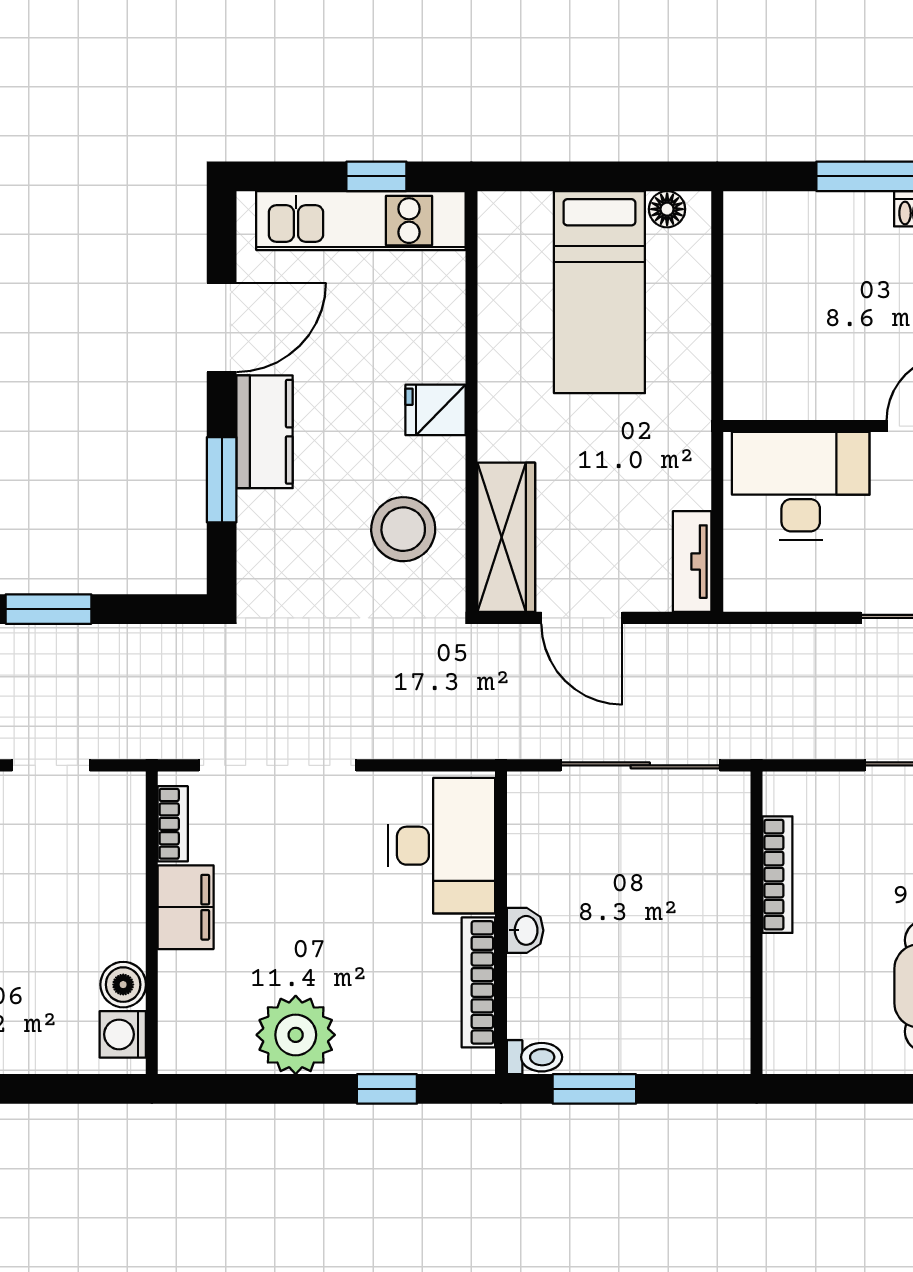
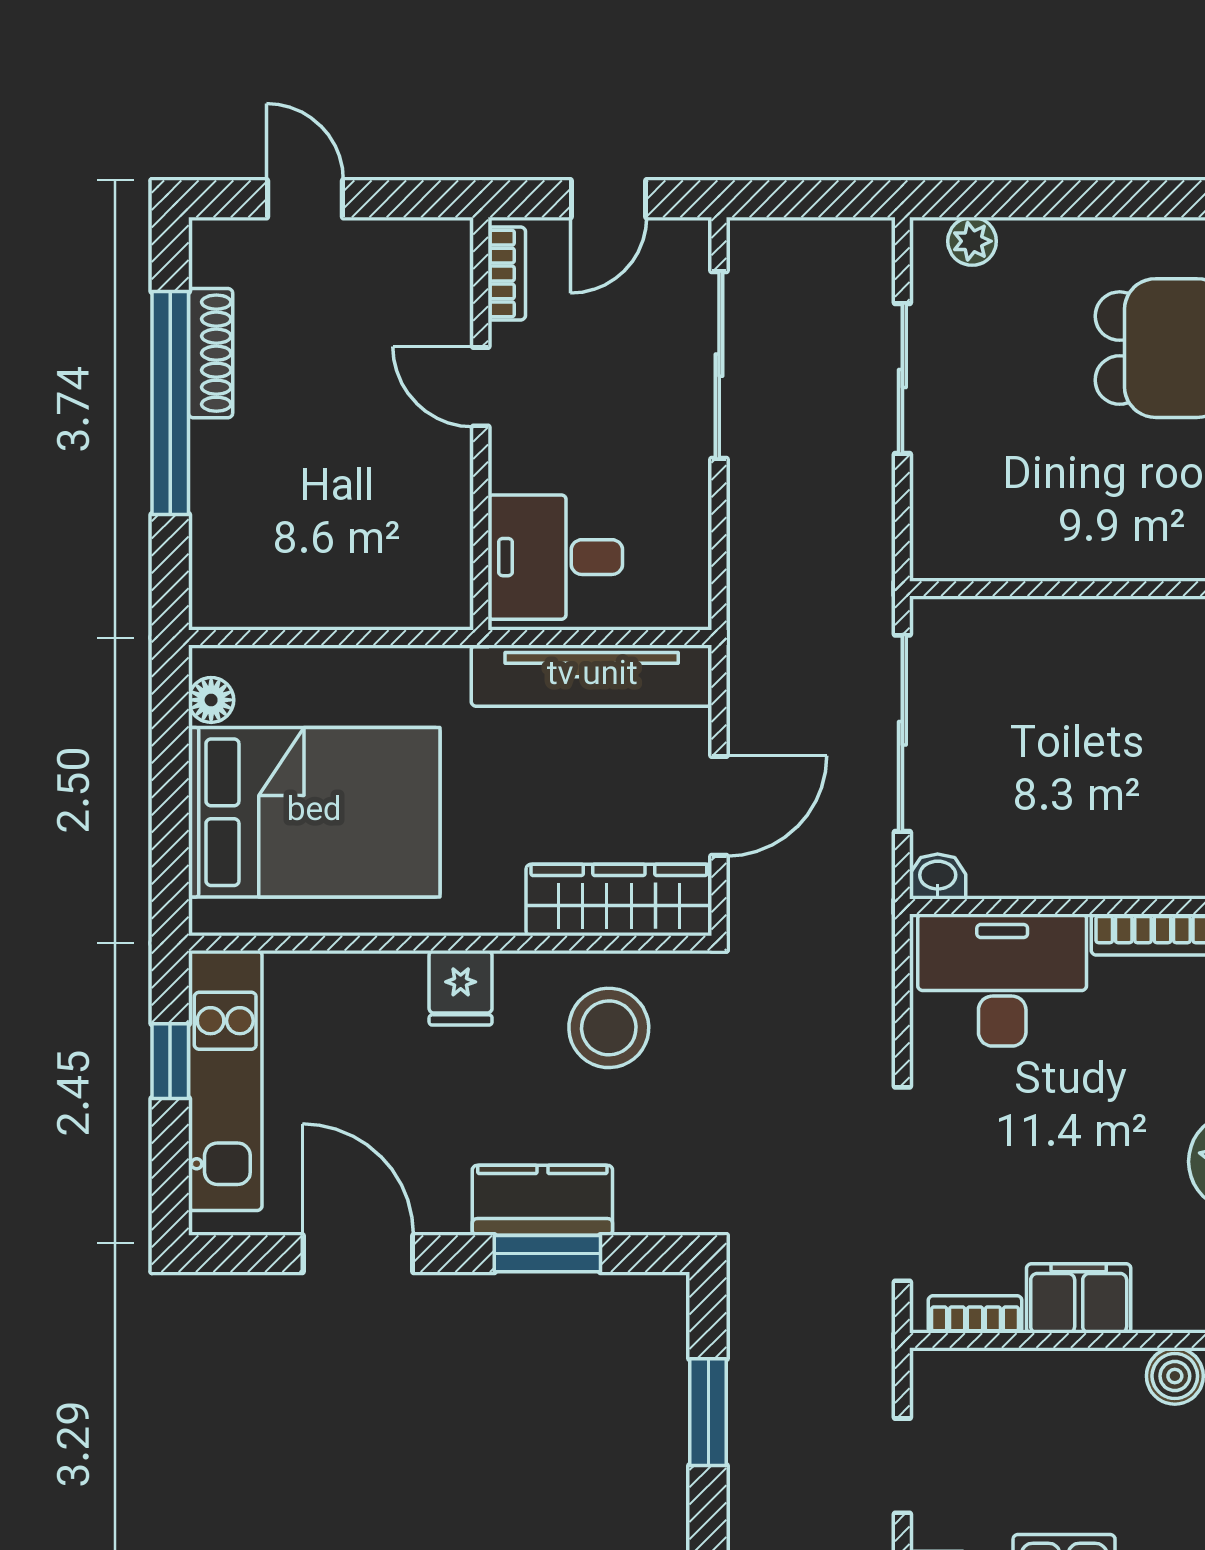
bed: (599, 292) -> (314, 812), width x1.50
kitchen counter: (265, 432) -> (542, 1200), moved
desk: (801, 486) -> (555, 557), width x0.73
tv unit: (692, 562) -> (592, 676), width x1.92, depth x1.29
window: (48, 609) -> (708, 1412), moved
bookcase: (777, 875) -> (1038, 563), removed
washbasin: (525, 930) -> (938, 876), moved

